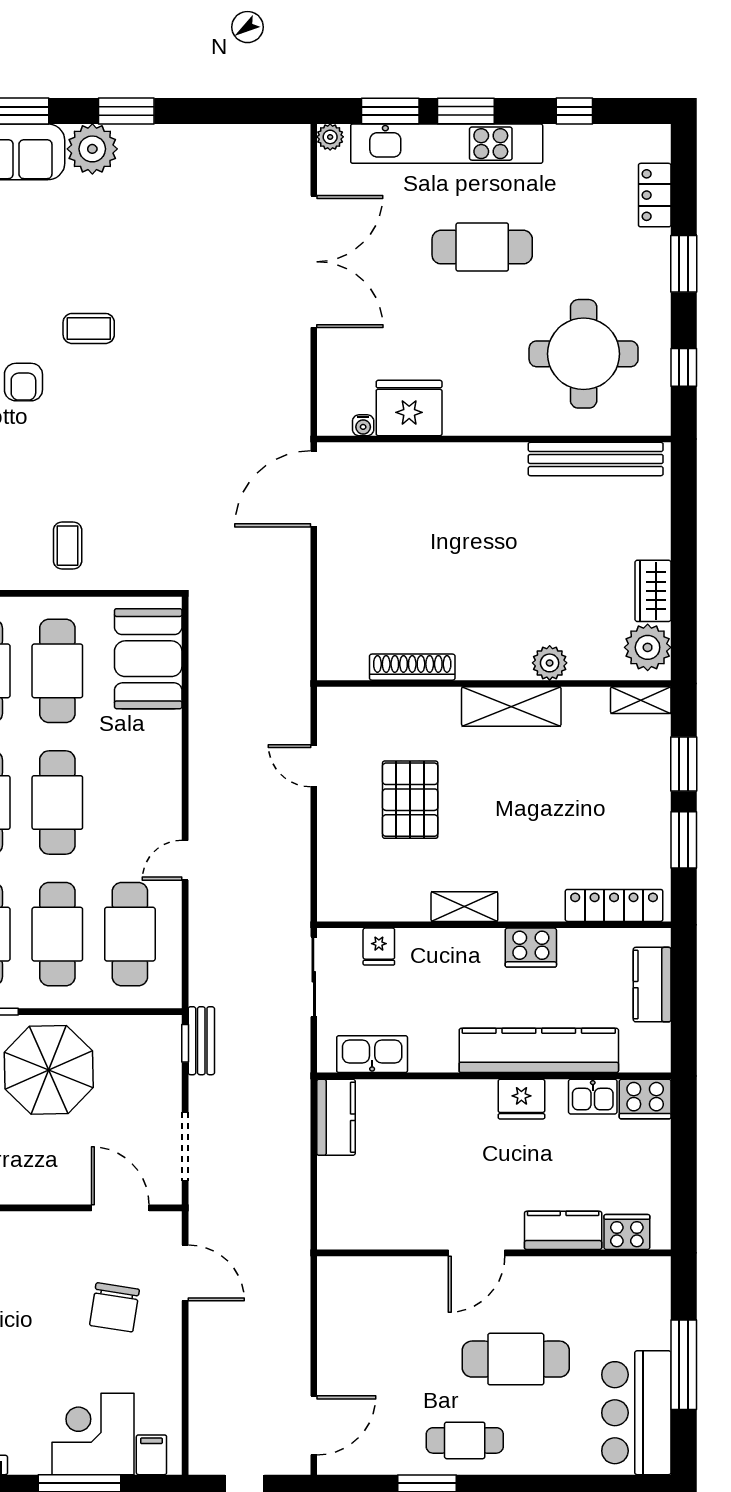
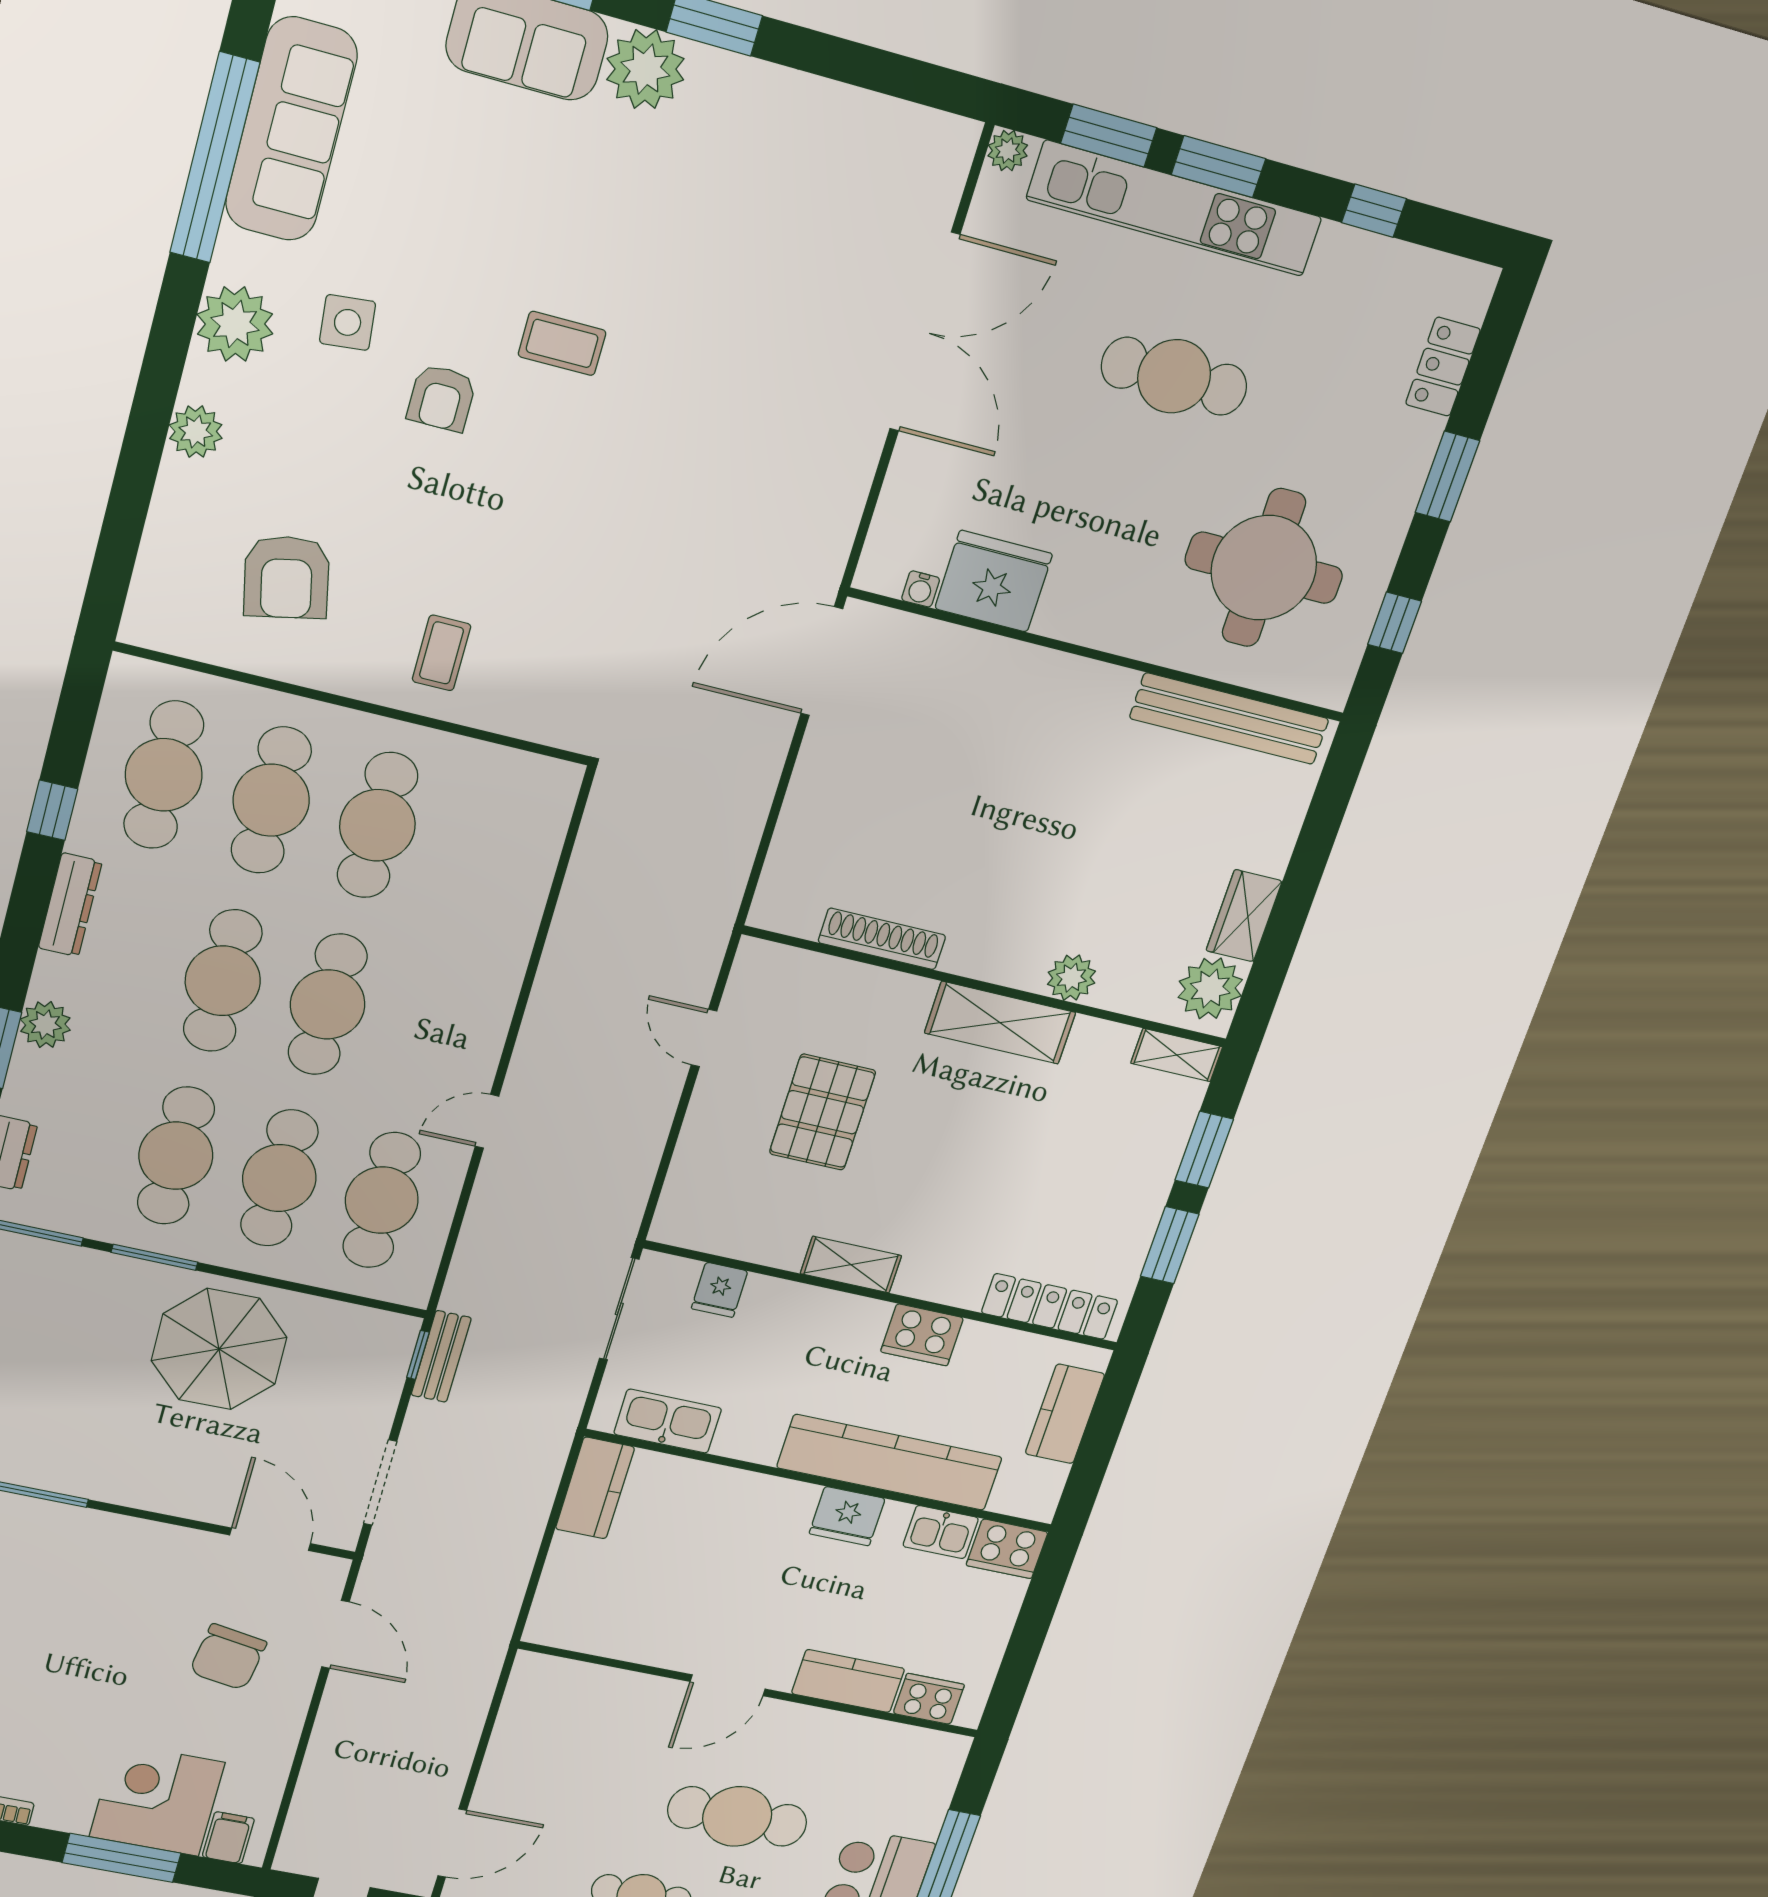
booth: (148, 659) -> (514, 840), removed

